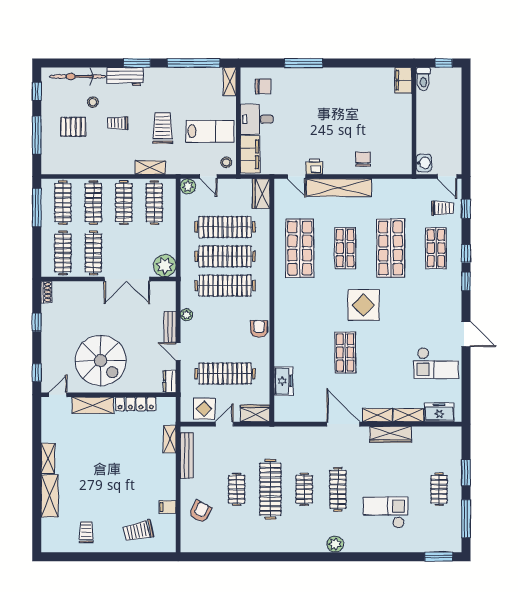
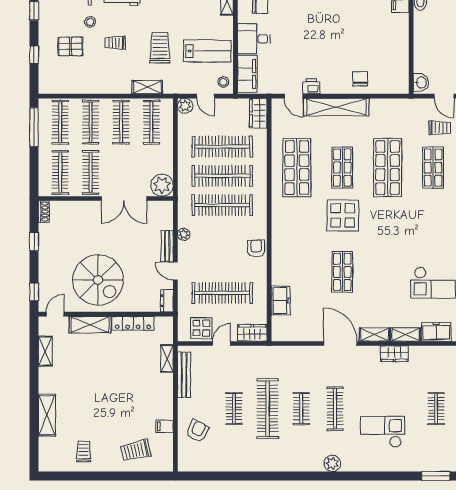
window: (37, 135) -> (34, 55), width x0.46
display table: (363, 305) -> (343, 215), moved
wardrobe: (390, 434) -> (394, 354), width x0.67
shelving: (48, 458) -> (45, 351), moved

